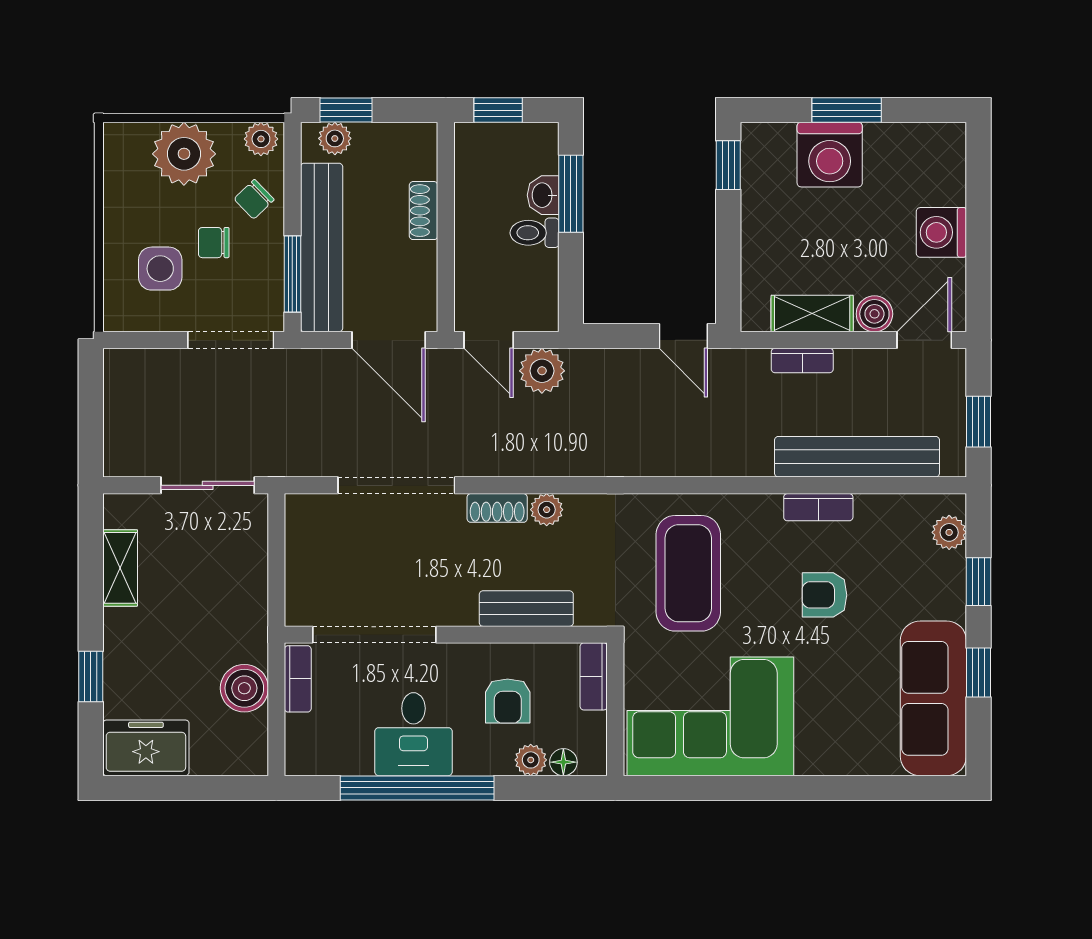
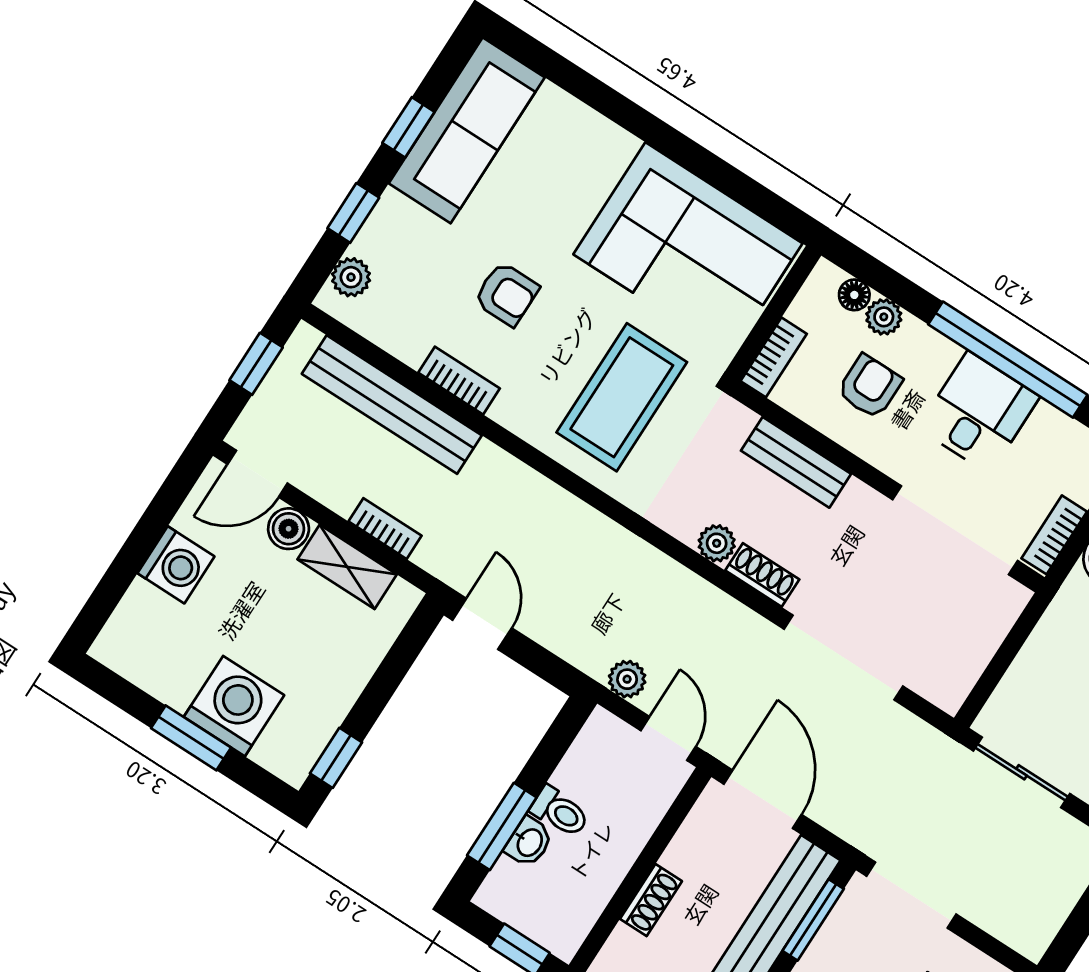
plant: (542, 371) -> (627, 679), width x0.73, depth x0.73

